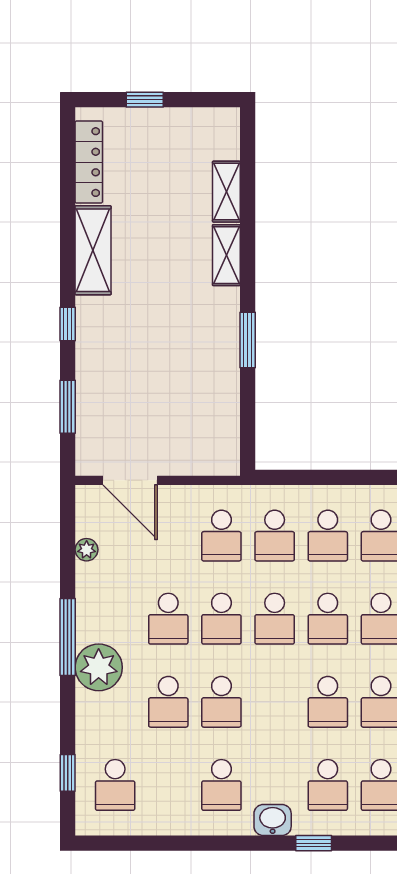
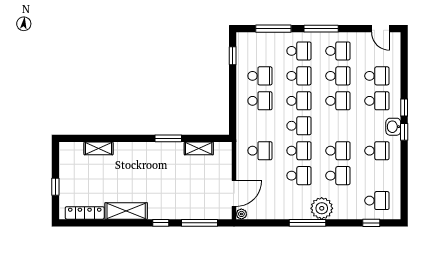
shelving: (226, 255) -> (199, 148), moved
window: (68, 407) -> (200, 223), width x1.44
school desk: (275, 536) -> (260, 126), removed
plant: (87, 550) -> (241, 214), moved
window: (262, 843) -> (404, 132), added

